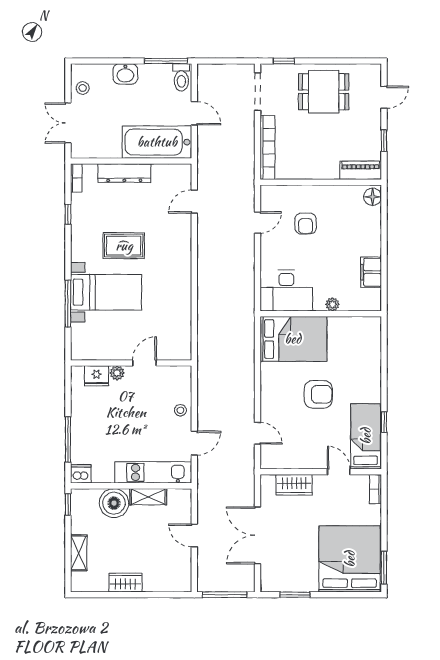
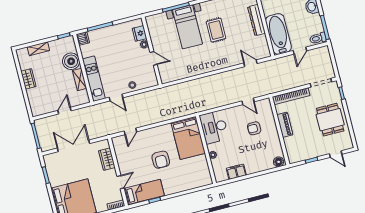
piano: (361, 170) -> (285, 125), moved

